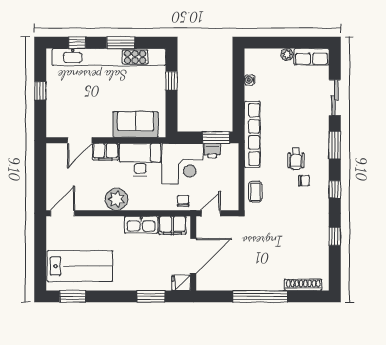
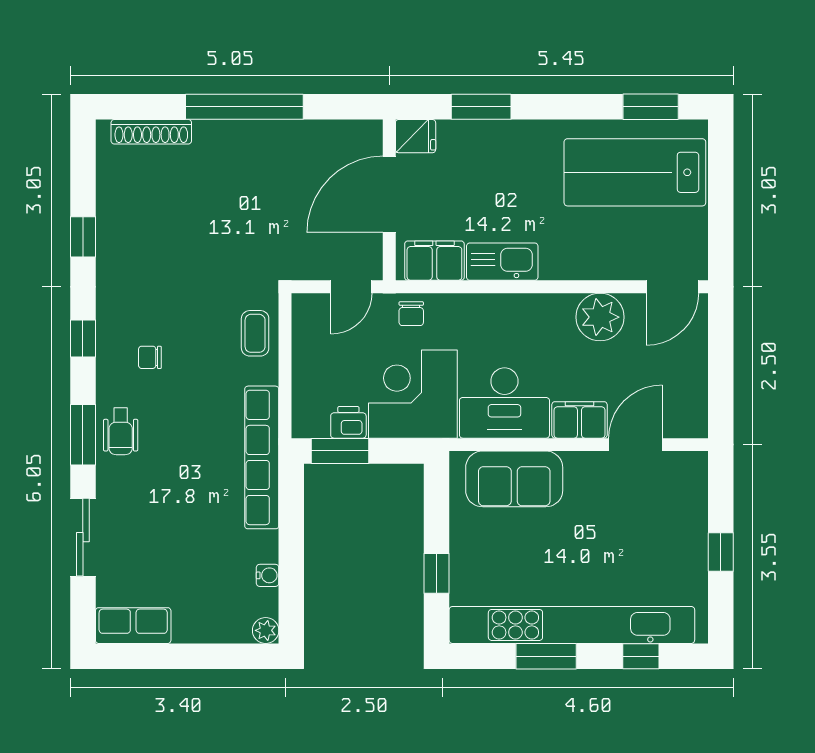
plant: (287, 54) -> (266, 630), moved
wheelchair: (296, 159) -> (121, 431), moved, turned 180
plant: (117, 199) -> (600, 317), moved

